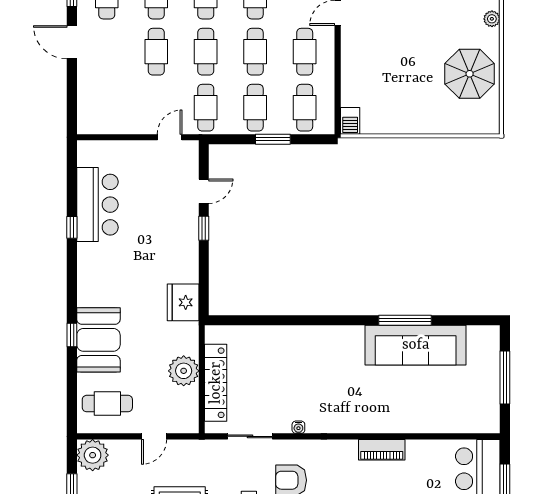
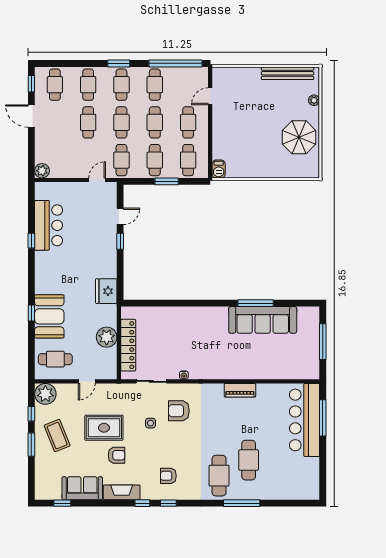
plant: (88, 123) -> (42, 171), added

